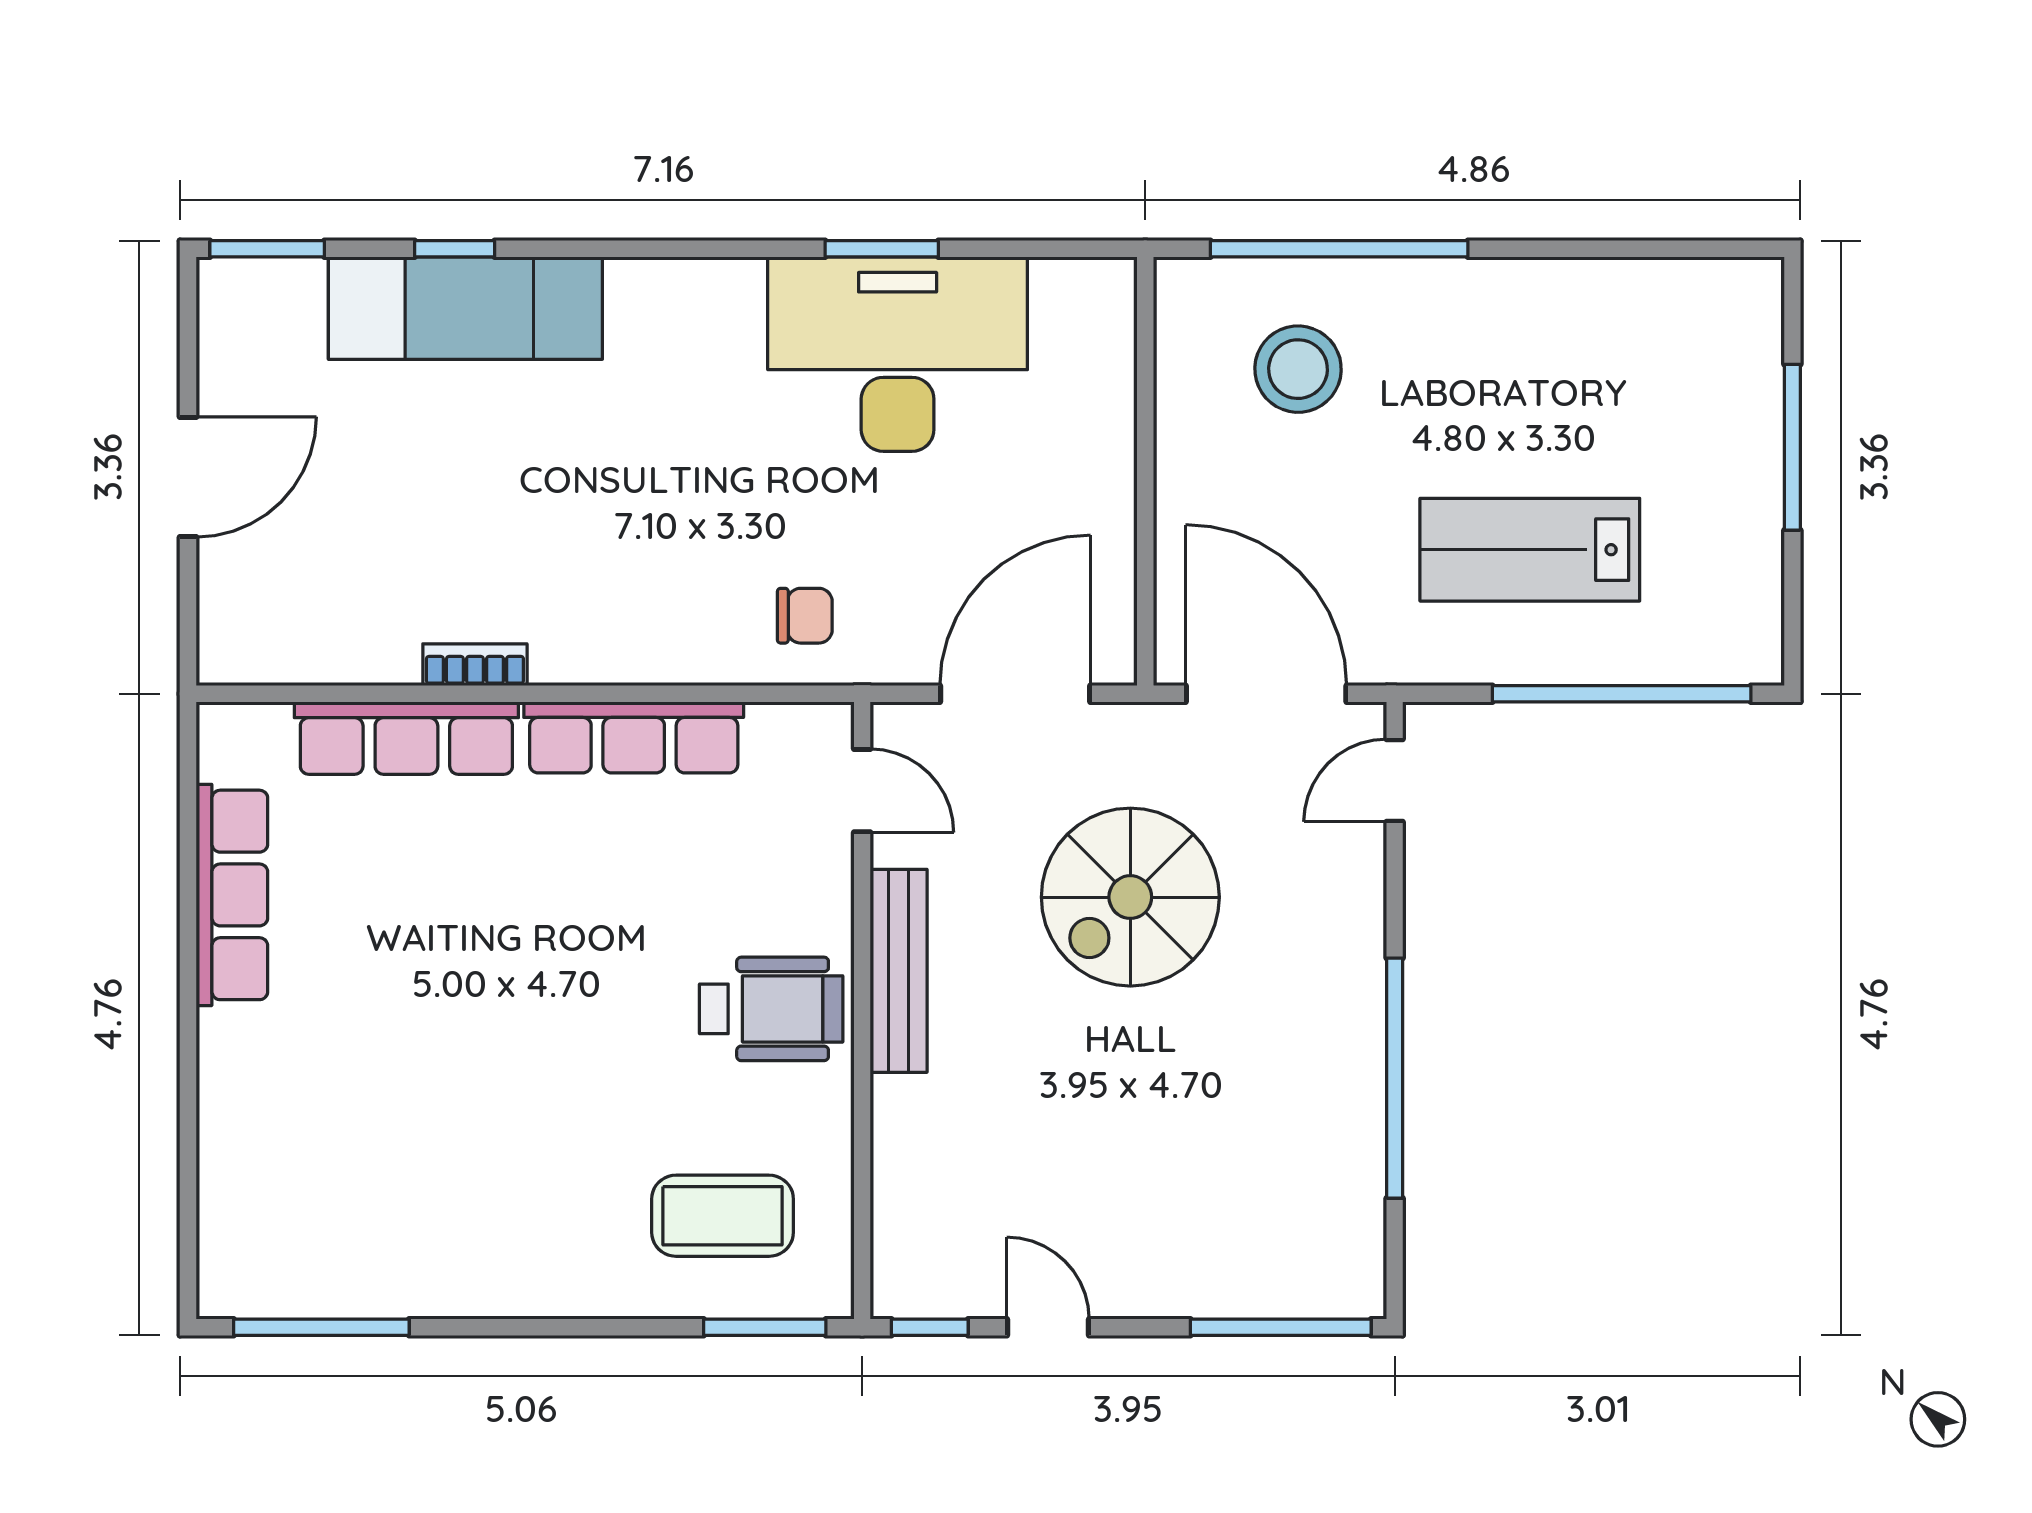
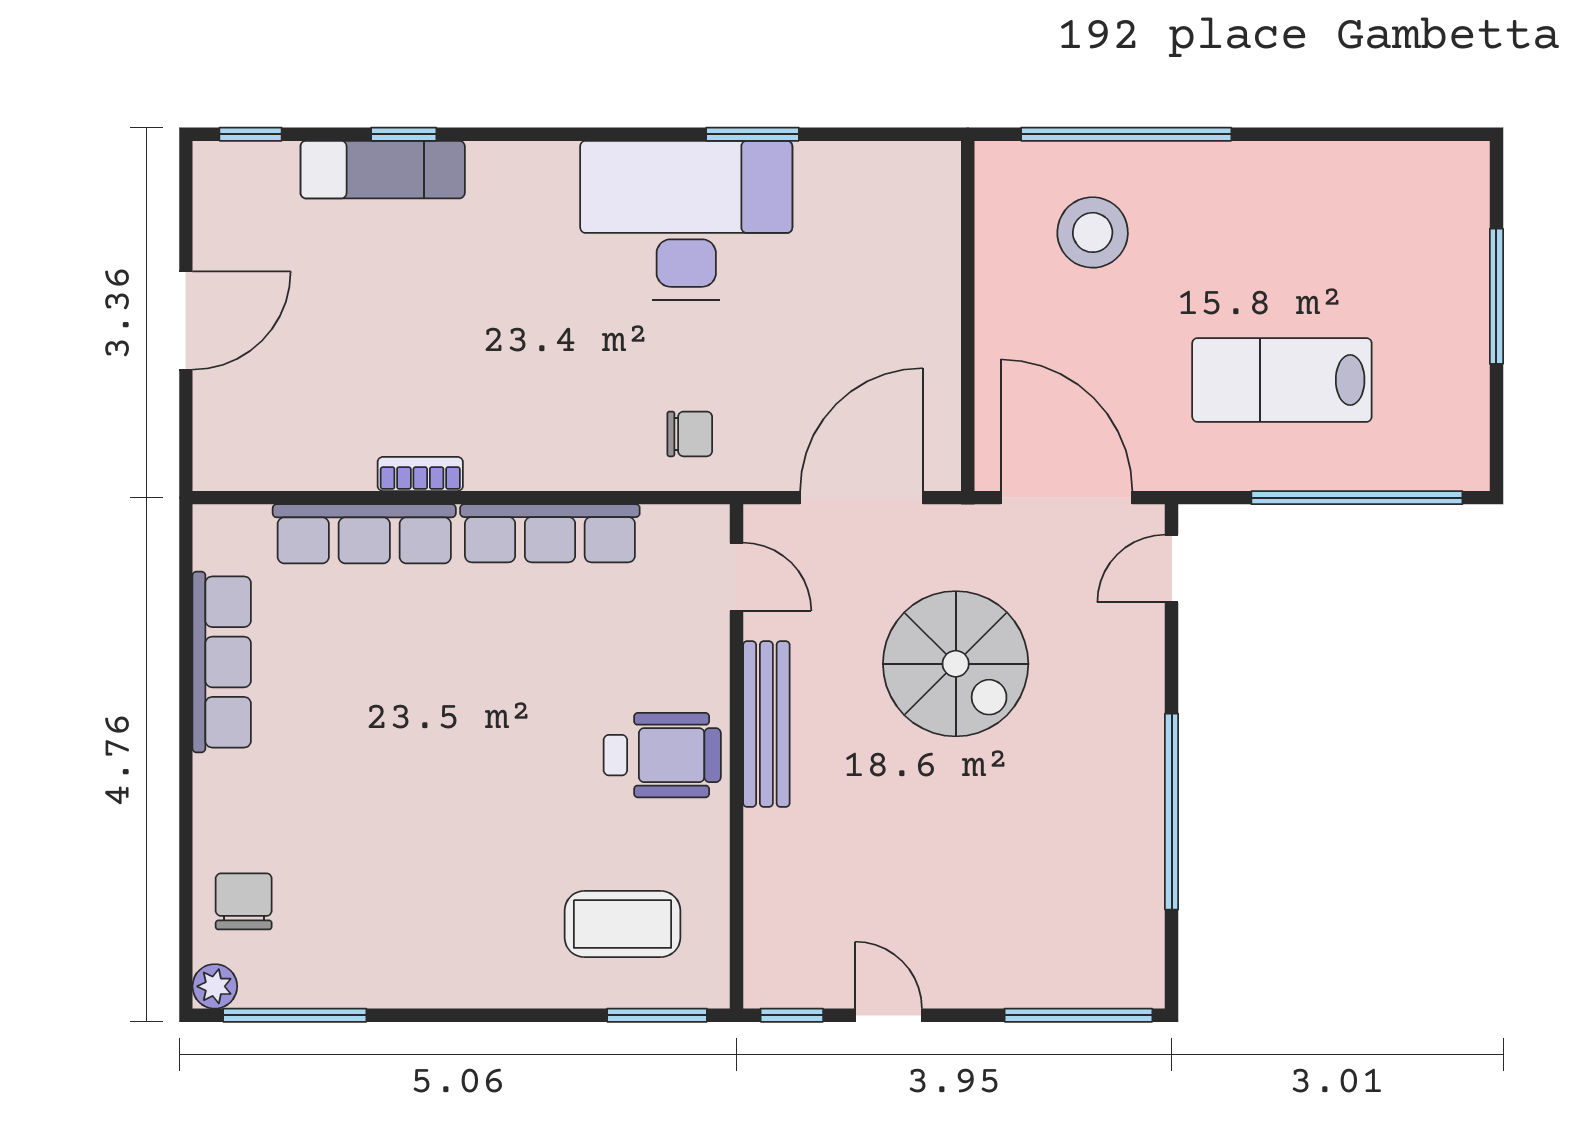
window: (267, 249) -> (251, 134), width x0.67
exam couch: (465, 308) -> (383, 170), width x0.73, depth x0.69
desk: (898, 354) -> (686, 220), moved
spiral stairs: (1130, 897) -> (956, 664), turned -90
chair: (259, 1188) -> (244, 901), added
plant: (223, 1292) -> (215, 986), added

